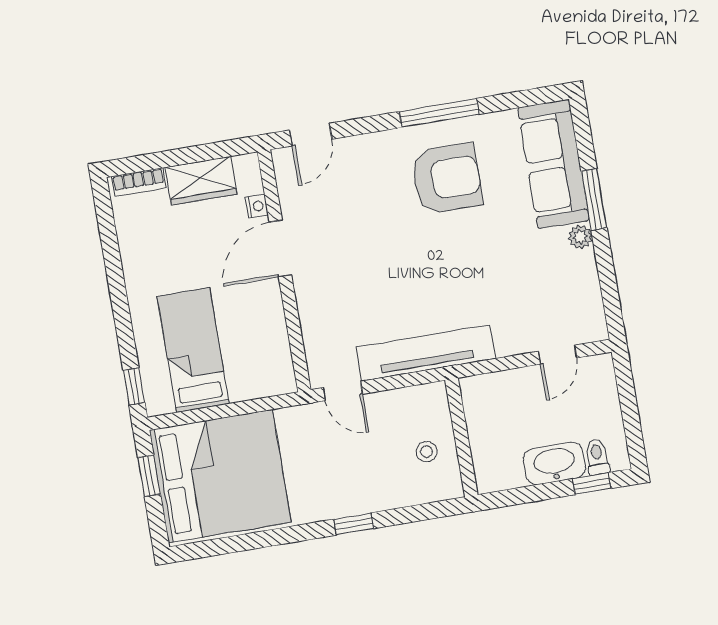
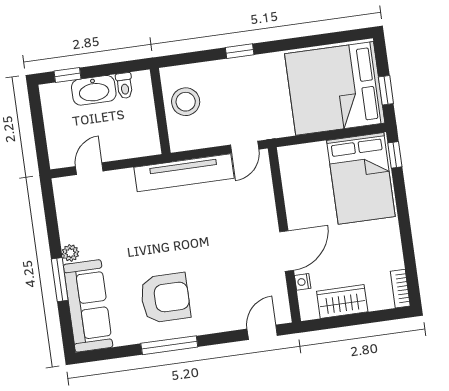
armchair: (447, 178) -> (165, 298), turned 180
bookcase: (139, 182) -> (400, 289), moved, turned -90
bed: (193, 350) -> (361, 178), width x1.50
door: (343, 391) -> (245, 147), swing flipped
stool: (427, 452) -> (186, 102), width x1.89, depth x1.89
toilet: (597, 457) -> (125, 86), moved

